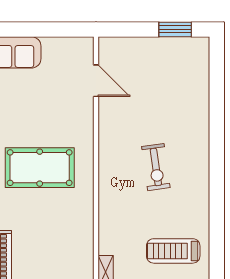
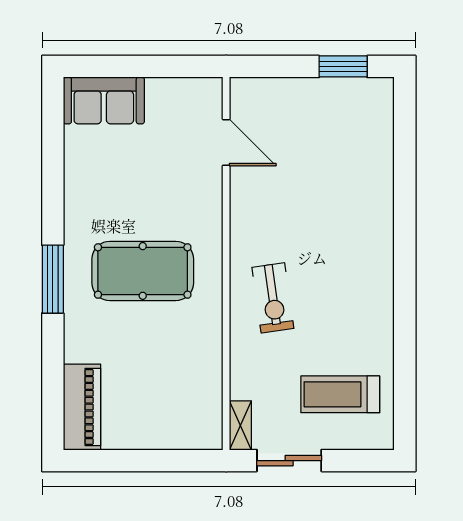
exercise bike: (156, 167) -> (273, 298), moved

